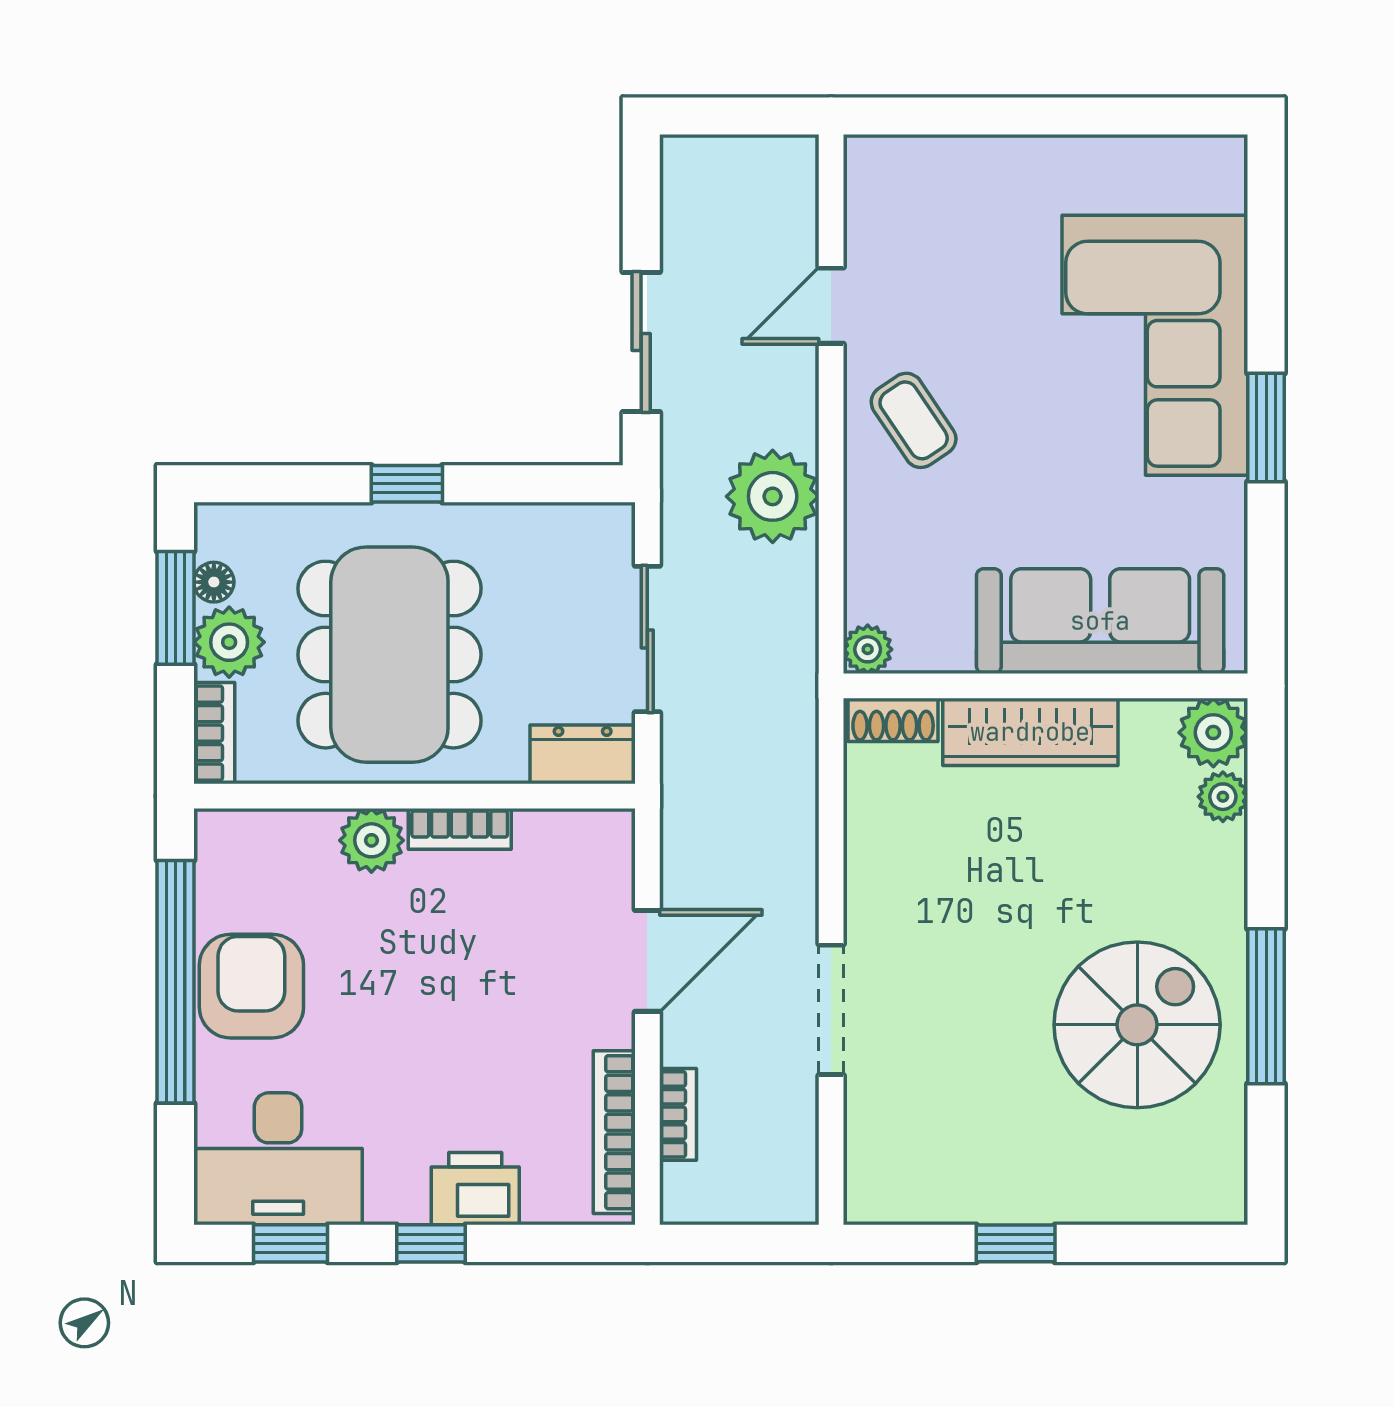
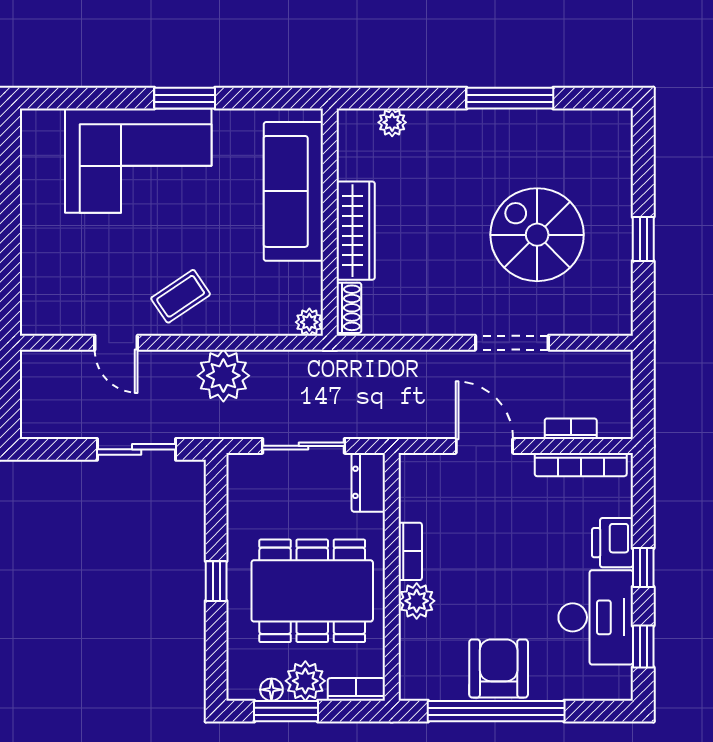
plant: (1213, 733) -> (356, 128), removed
armchair: (251, 986) -> (499, 668), turned 90
spiral stairs: (1137, 1025) -> (537, 235), moved
desk: (278, 1159) -> (596, 617), moved

